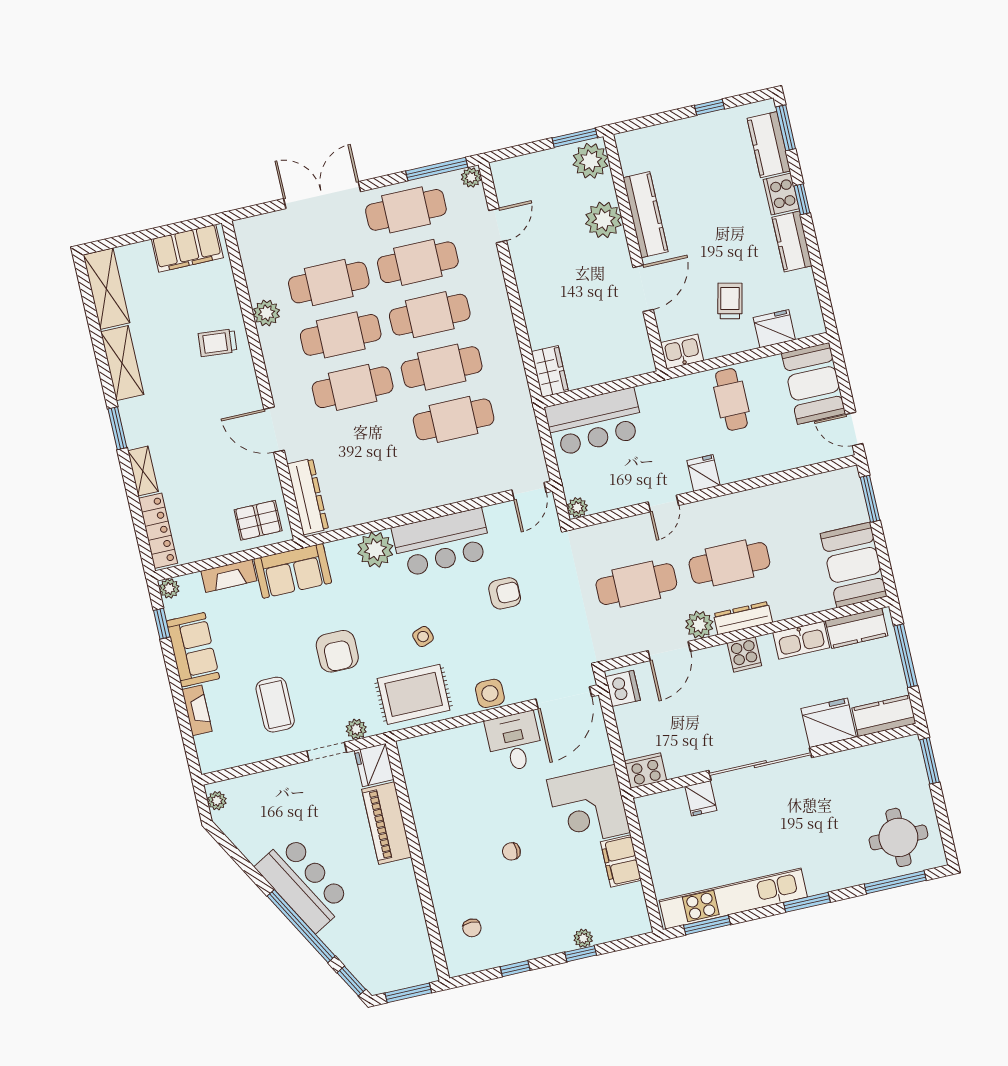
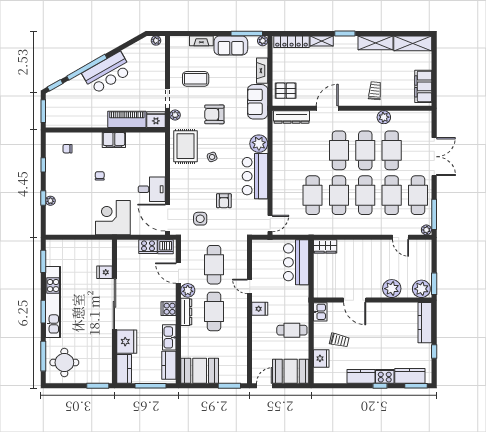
kitchen counter: (645, 215) -> (425, 323), moved, turned 90
door: (529, 491) -> (270, 223), swing flipped
plant: (577, 508) -> (257, 245), removed
pallet: (258, 520) -> (286, 91), turned 90
window: (162, 624) -> (247, 33), width x2.17
side table: (490, 693) -> (200, 219), moved
cooker: (646, 770) -> (148, 247), moved, turned 90
filing cabinet: (621, 861) -> (114, 140), moved, turned 180
kitchen unit: (733, 899) -> (53, 302), moved

